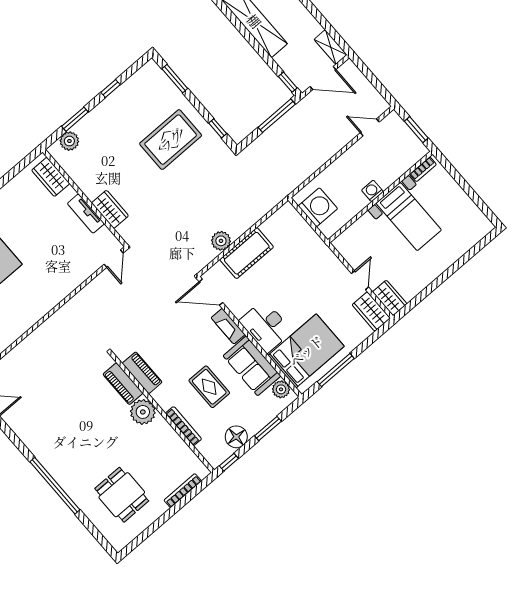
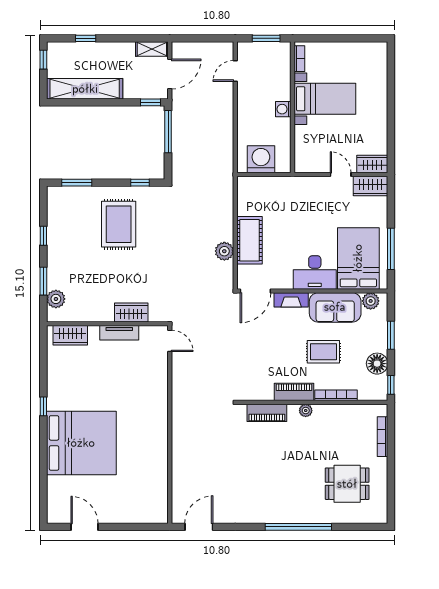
piano: (142, 373) -> (294, 392), moved
plant: (143, 412) -> (306, 410), width x0.53, depth x0.53

